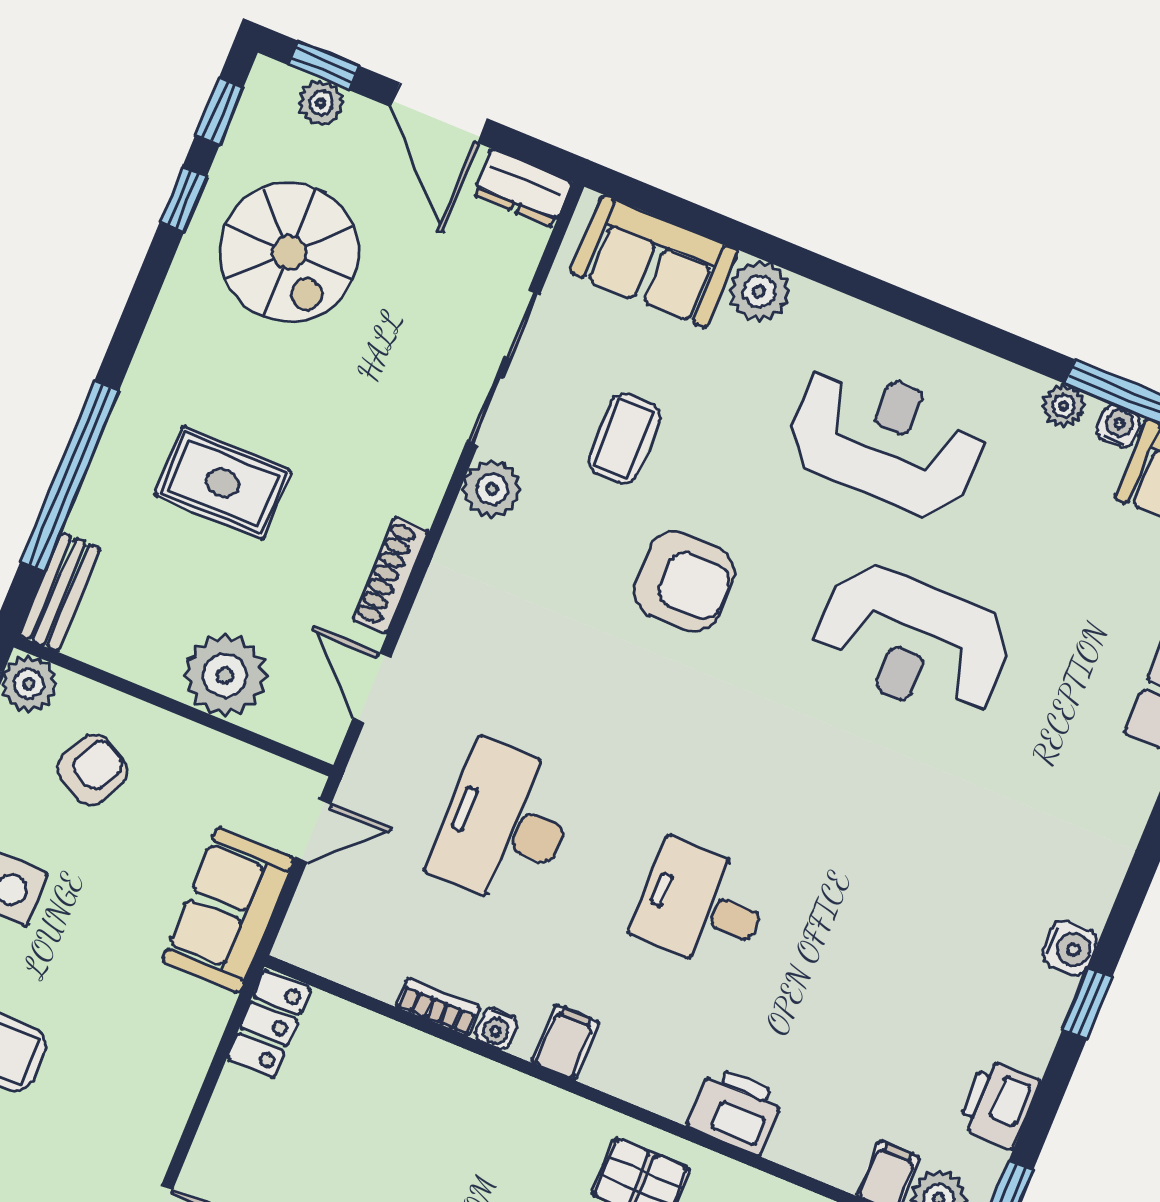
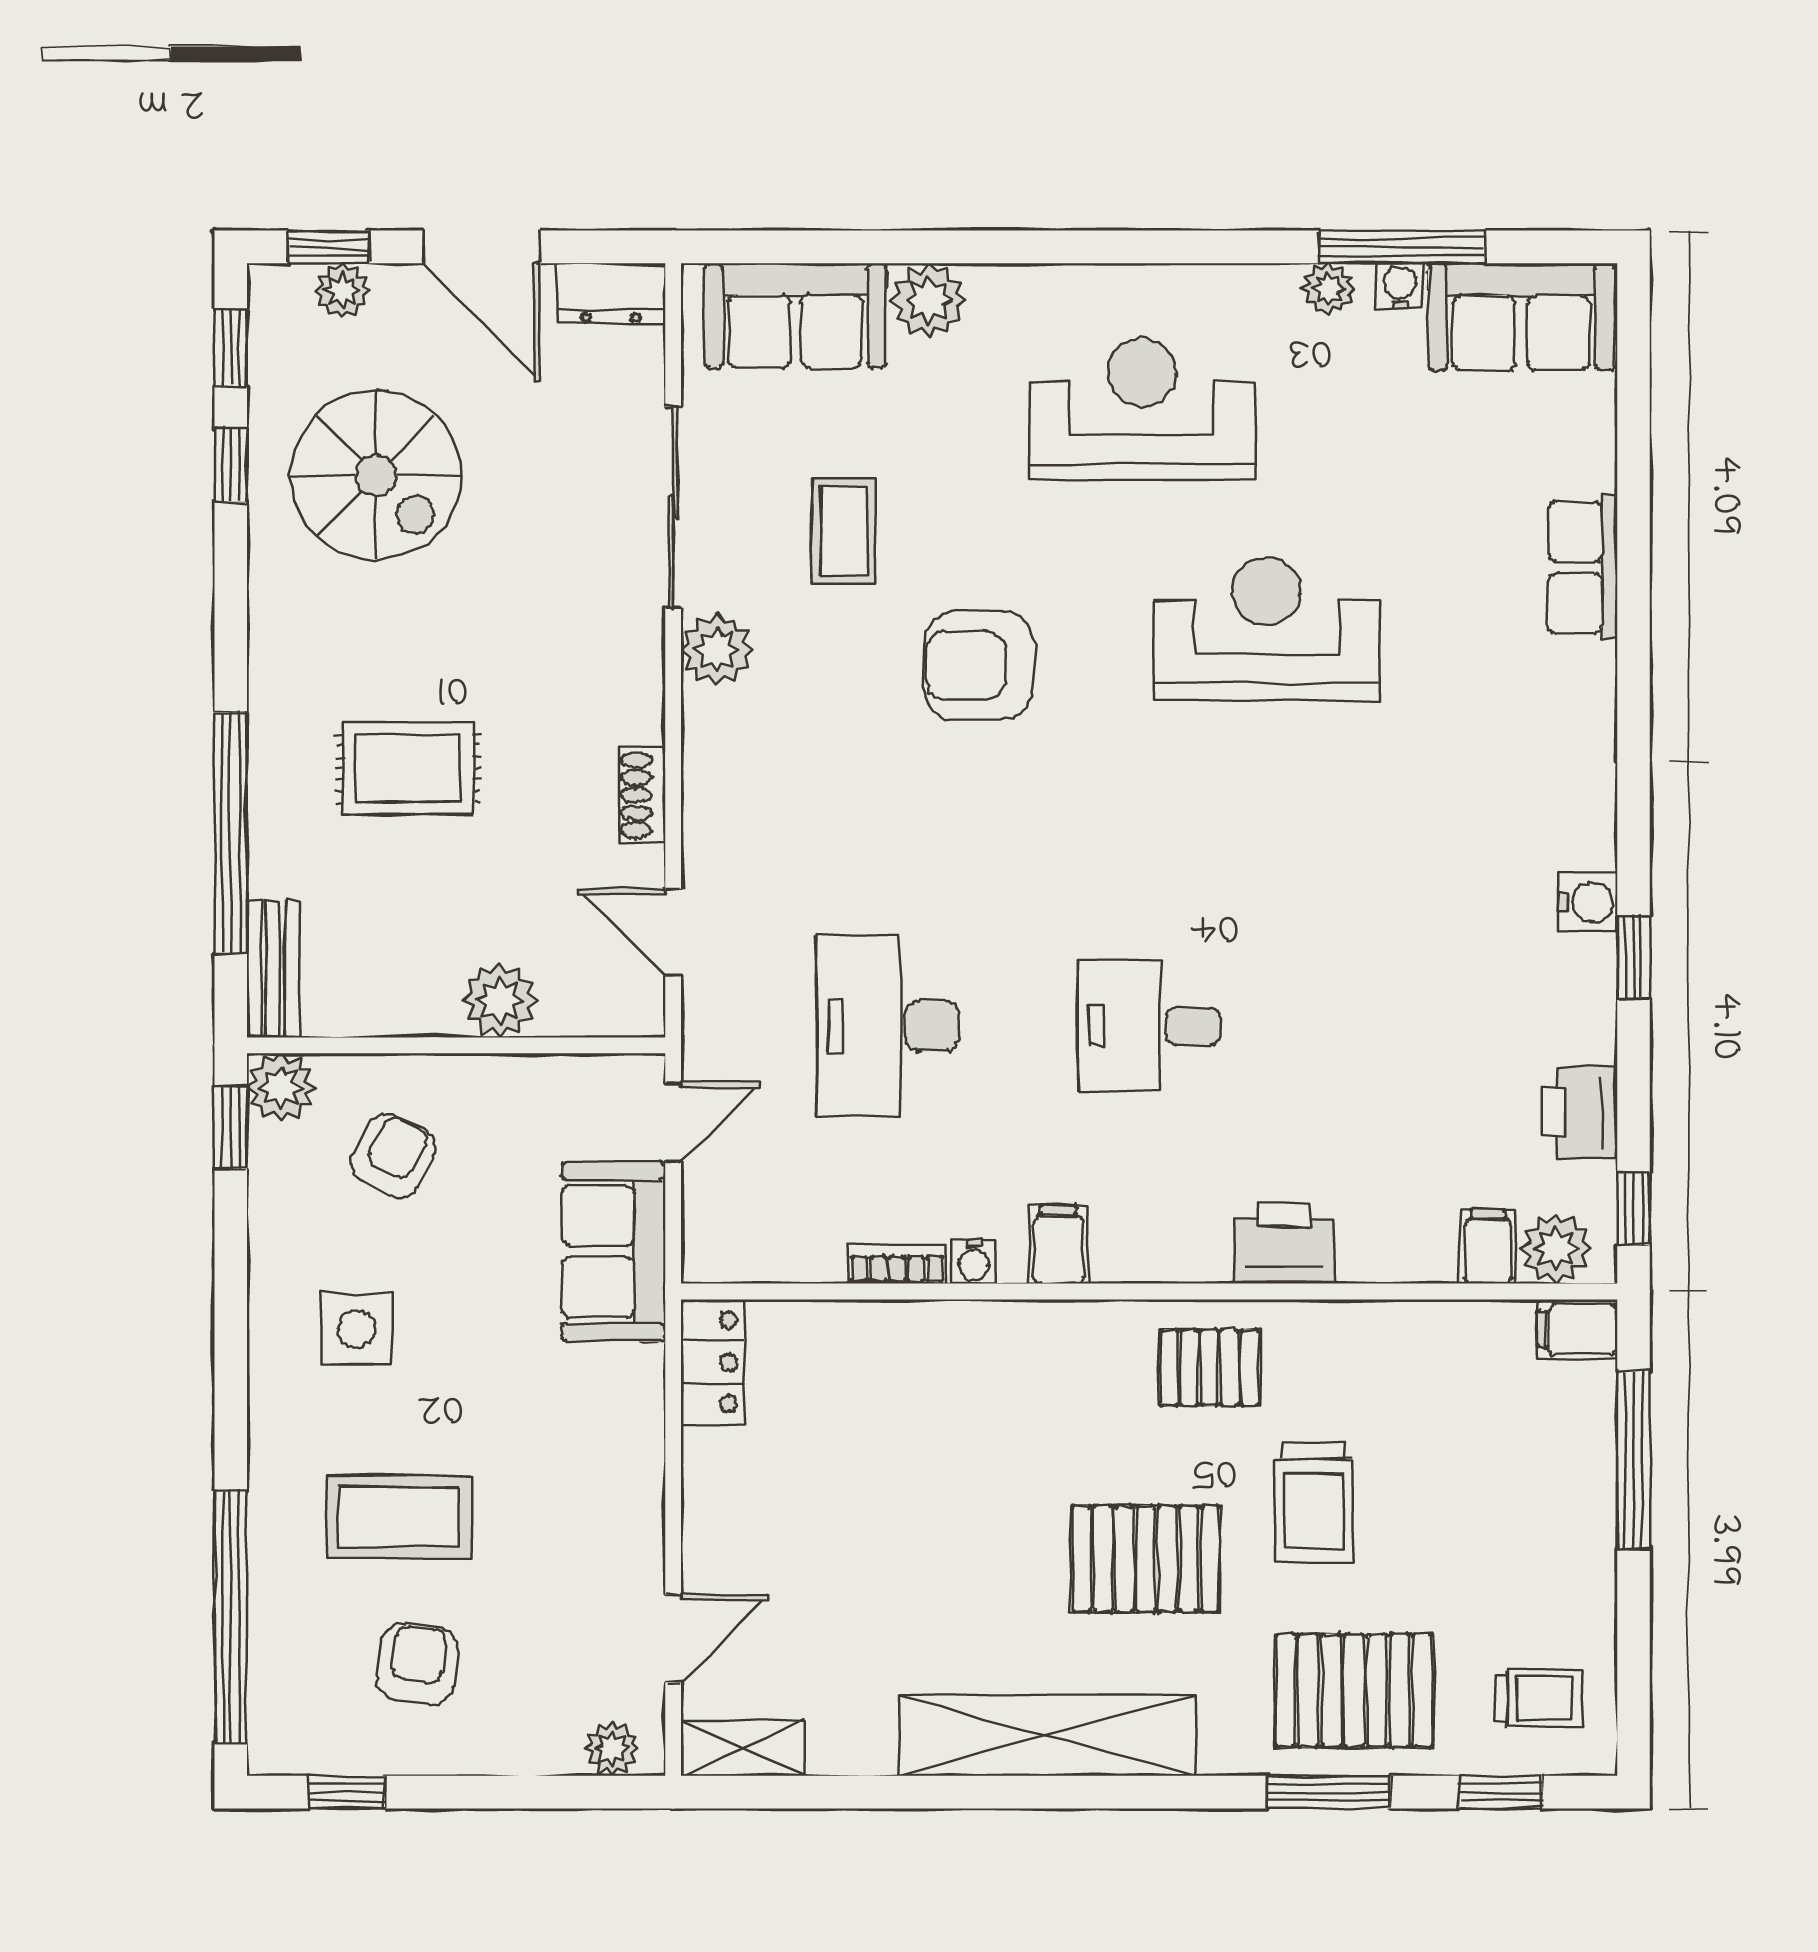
shoe rack: (391, 575) -> (642, 795), width x0.70
armchair: (684, 581) -> (979, 665), turned 180
reception desk: (912, 642) -> (1267, 628), turned 180
plant: (225, 675) -> (500, 1000), width x0.73, depth x0.73

